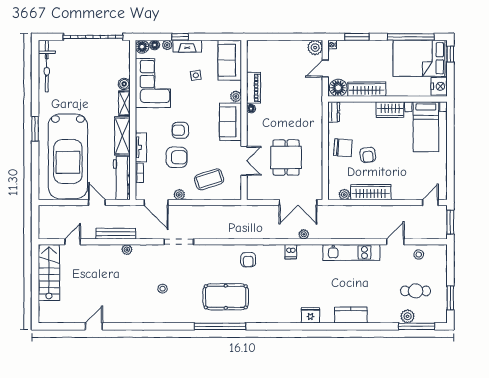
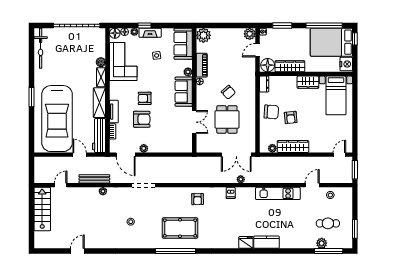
plant: (256, 49) -> (203, 35), added
chair: (288, 123) -> (228, 92), added
coffee table: (209, 179) -> (167, 136), removed
kitchen counter: (351, 315) -> (266, 242), moved

